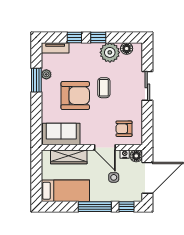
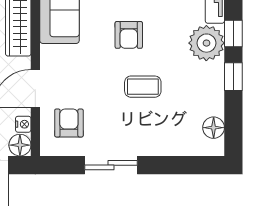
plant: (110, 52) -> (206, 43), moved
sliding door: (147, 86) -> (111, 165), moved
armchair: (75, 96) -> (129, 35), width x0.53, depth x0.53

